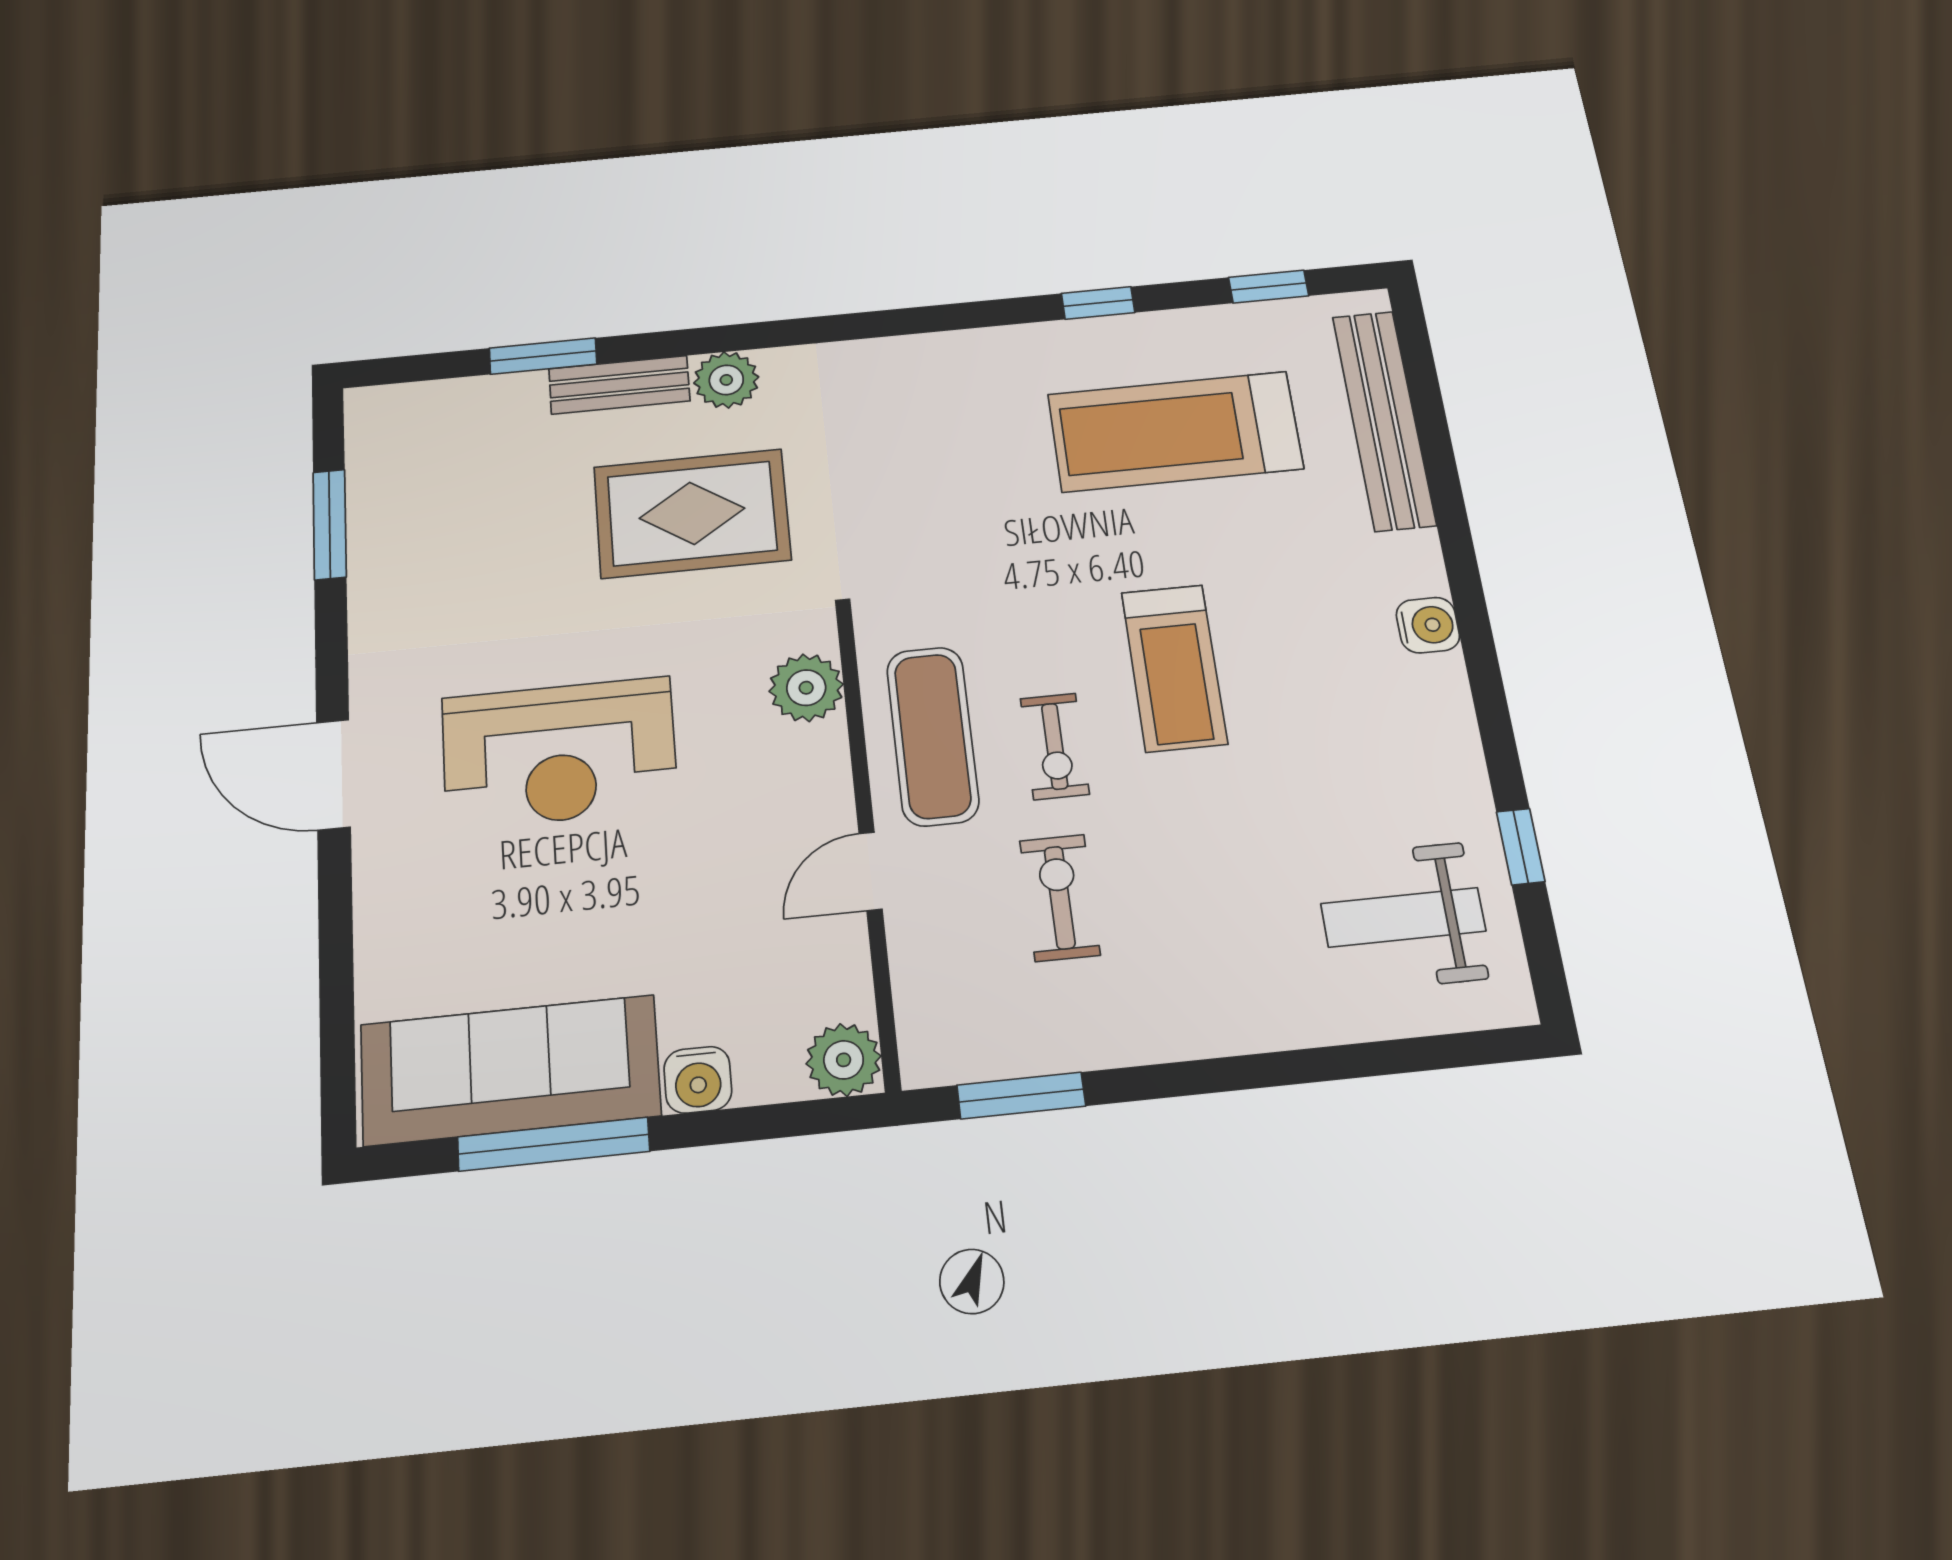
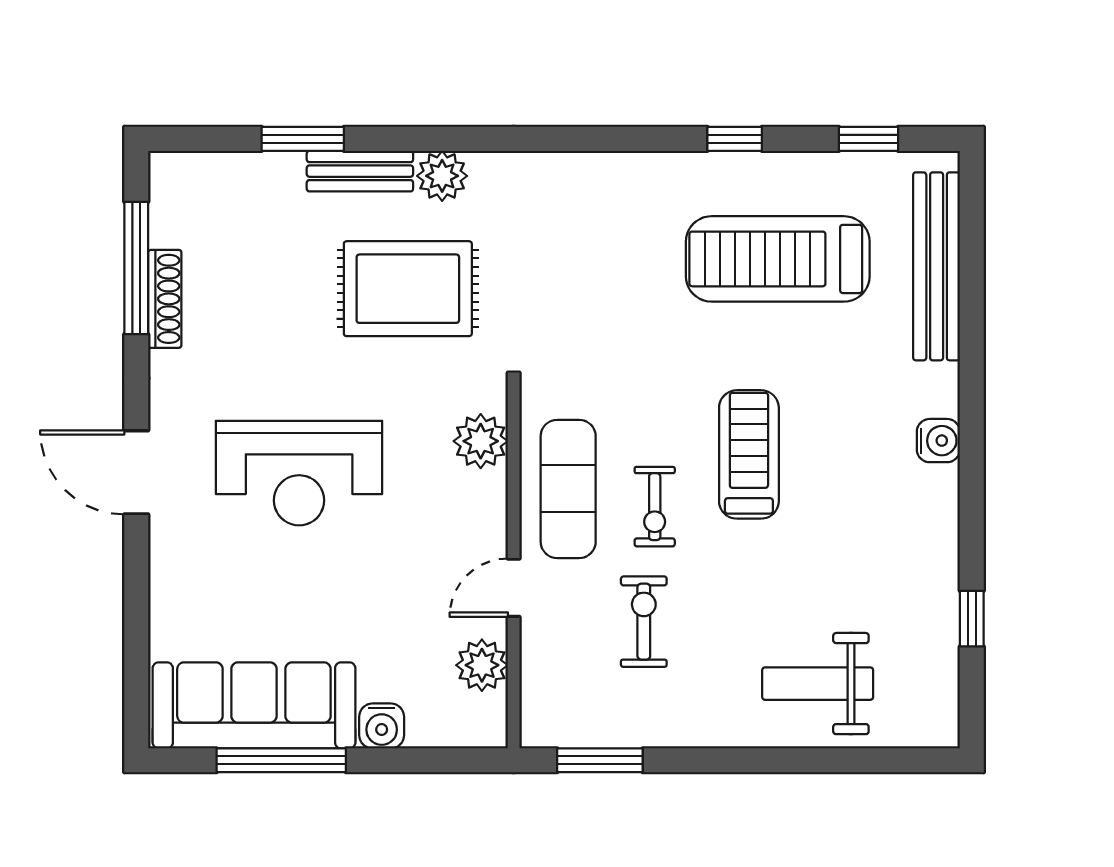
window: (330, 524) -> (136, 268), width x1.44
shoe rack: (368, 557) -> (165, 299), added
treadmill: (1174, 668) -> (749, 454), turned 180
weight bench: (1403, 917) -> (818, 684), moved
plant: (844, 1060) -> (482, 665), moved

